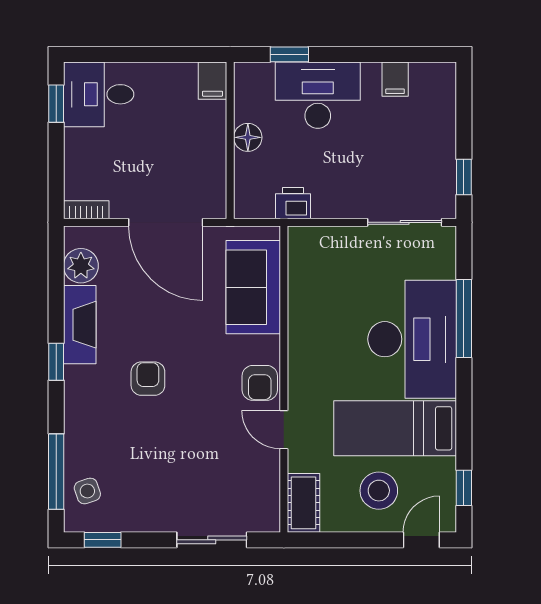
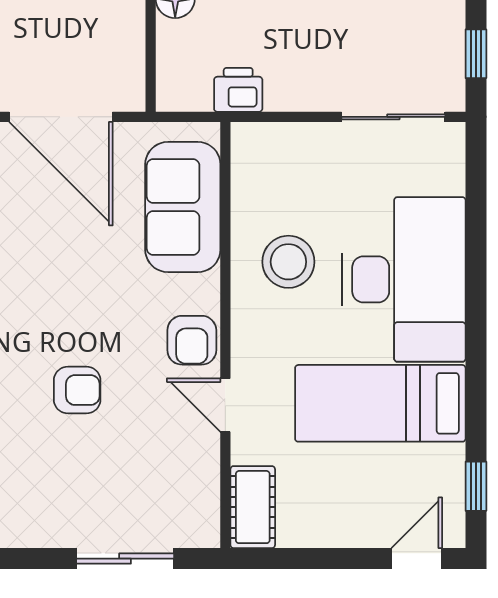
window: (464, 318) -> (476, 250), removed
armchair: (148, 379) -> (77, 390), moved, turned 90
stool: (379, 491) -> (288, 262), moved

